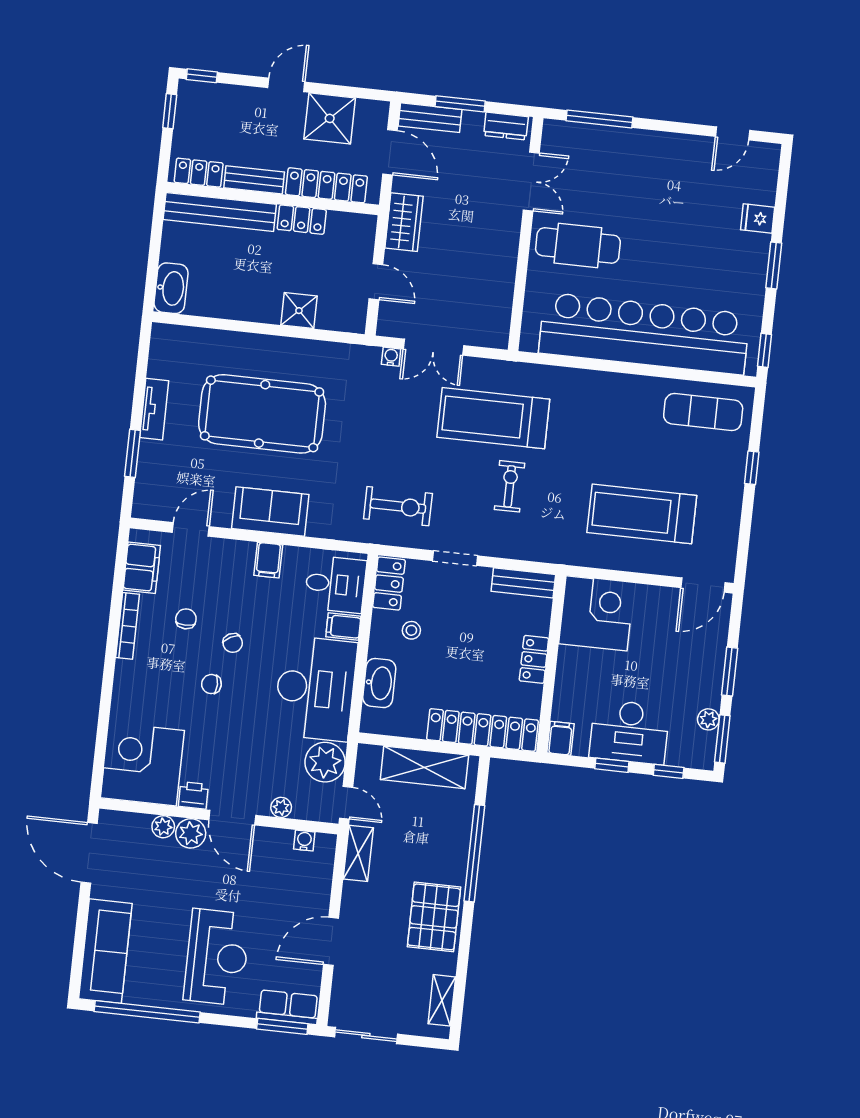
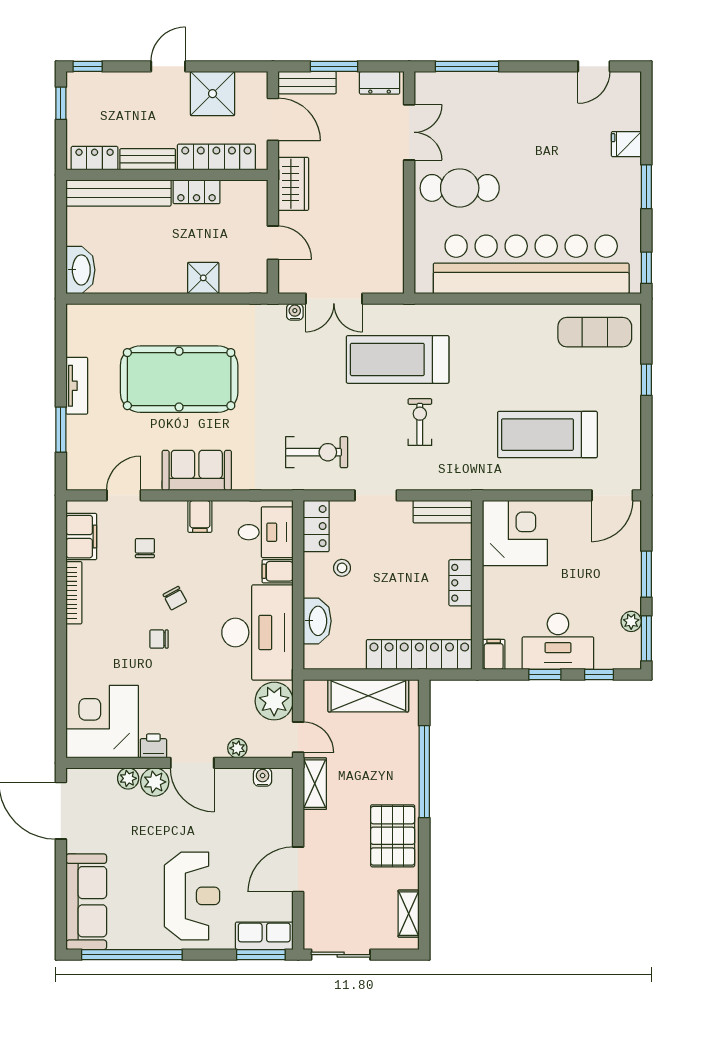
chair: (186, 619) -> (145, 548), moved

